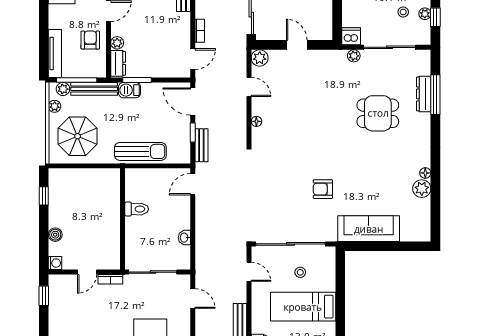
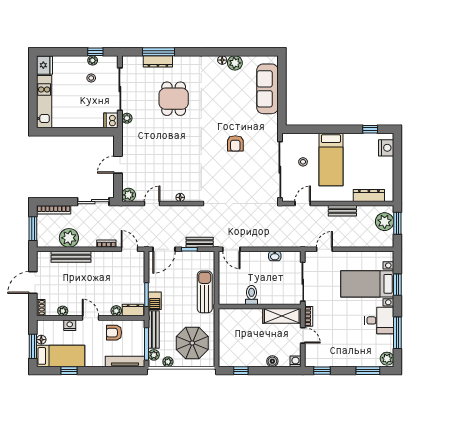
sofa: (369, 229) -> (267, 89), moved
shelving: (111, 246) -> (282, 316), added

